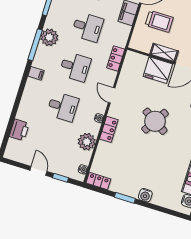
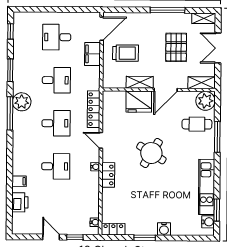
locker: (116, 58) -> (94, 109), width x1.53
filing cabinet: (36, 73) -> (19, 181), moved
plant: (87, 142) -> (90, 194), removed

